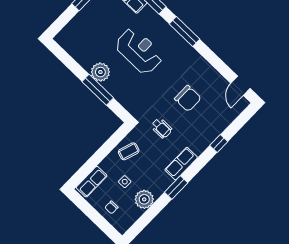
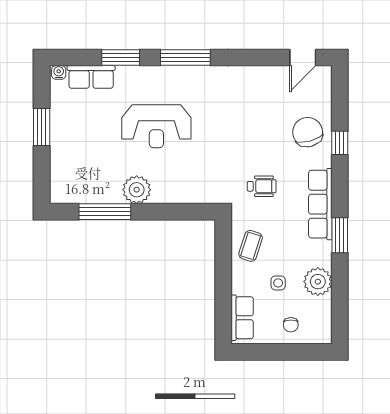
reception desk: (139, 51) -> (156, 126), turned 180
door: (240, 86) -> (303, 58), hinge flipped
window: (98, 90) -> (105, 212), moved
chair: (188, 98) -> (308, 132), moved, turned -105
row of seats: (181, 164) -> (320, 204), width x1.48

